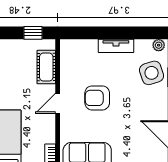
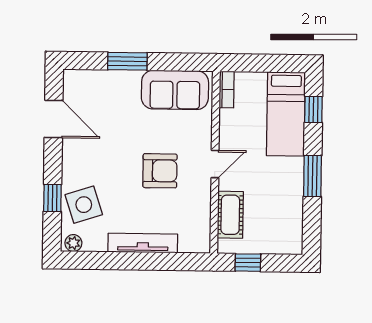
tv unit: (116, 46) -> (143, 243), width x1.41

